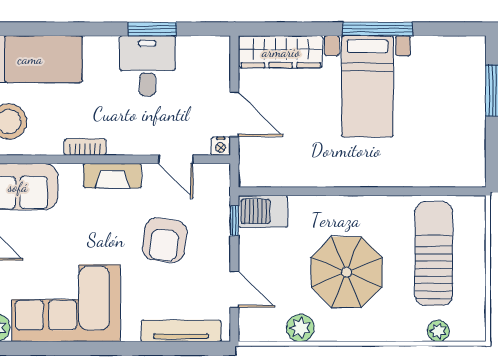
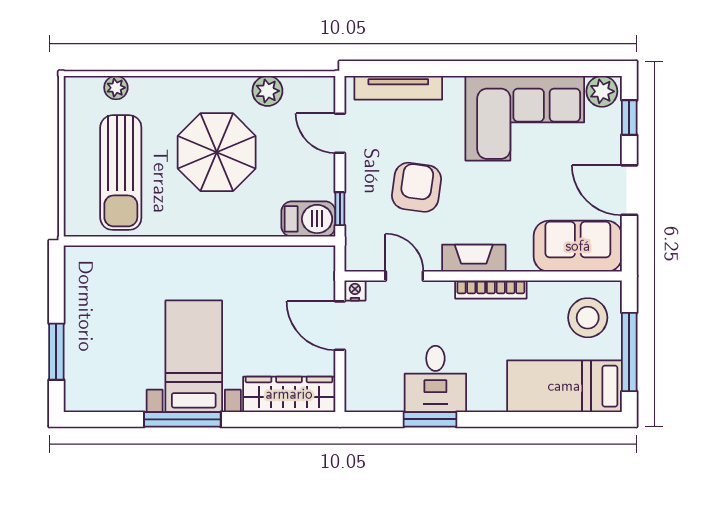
bookcase: (85, 147) -> (491, 290), width x1.56

